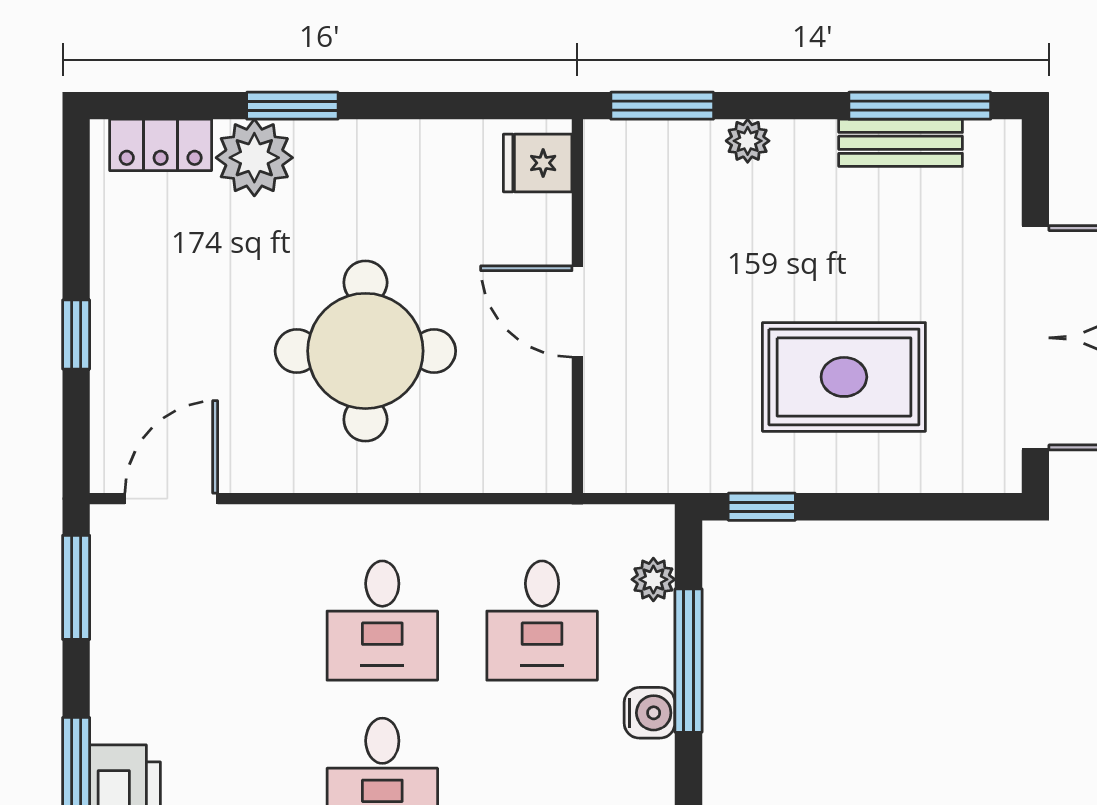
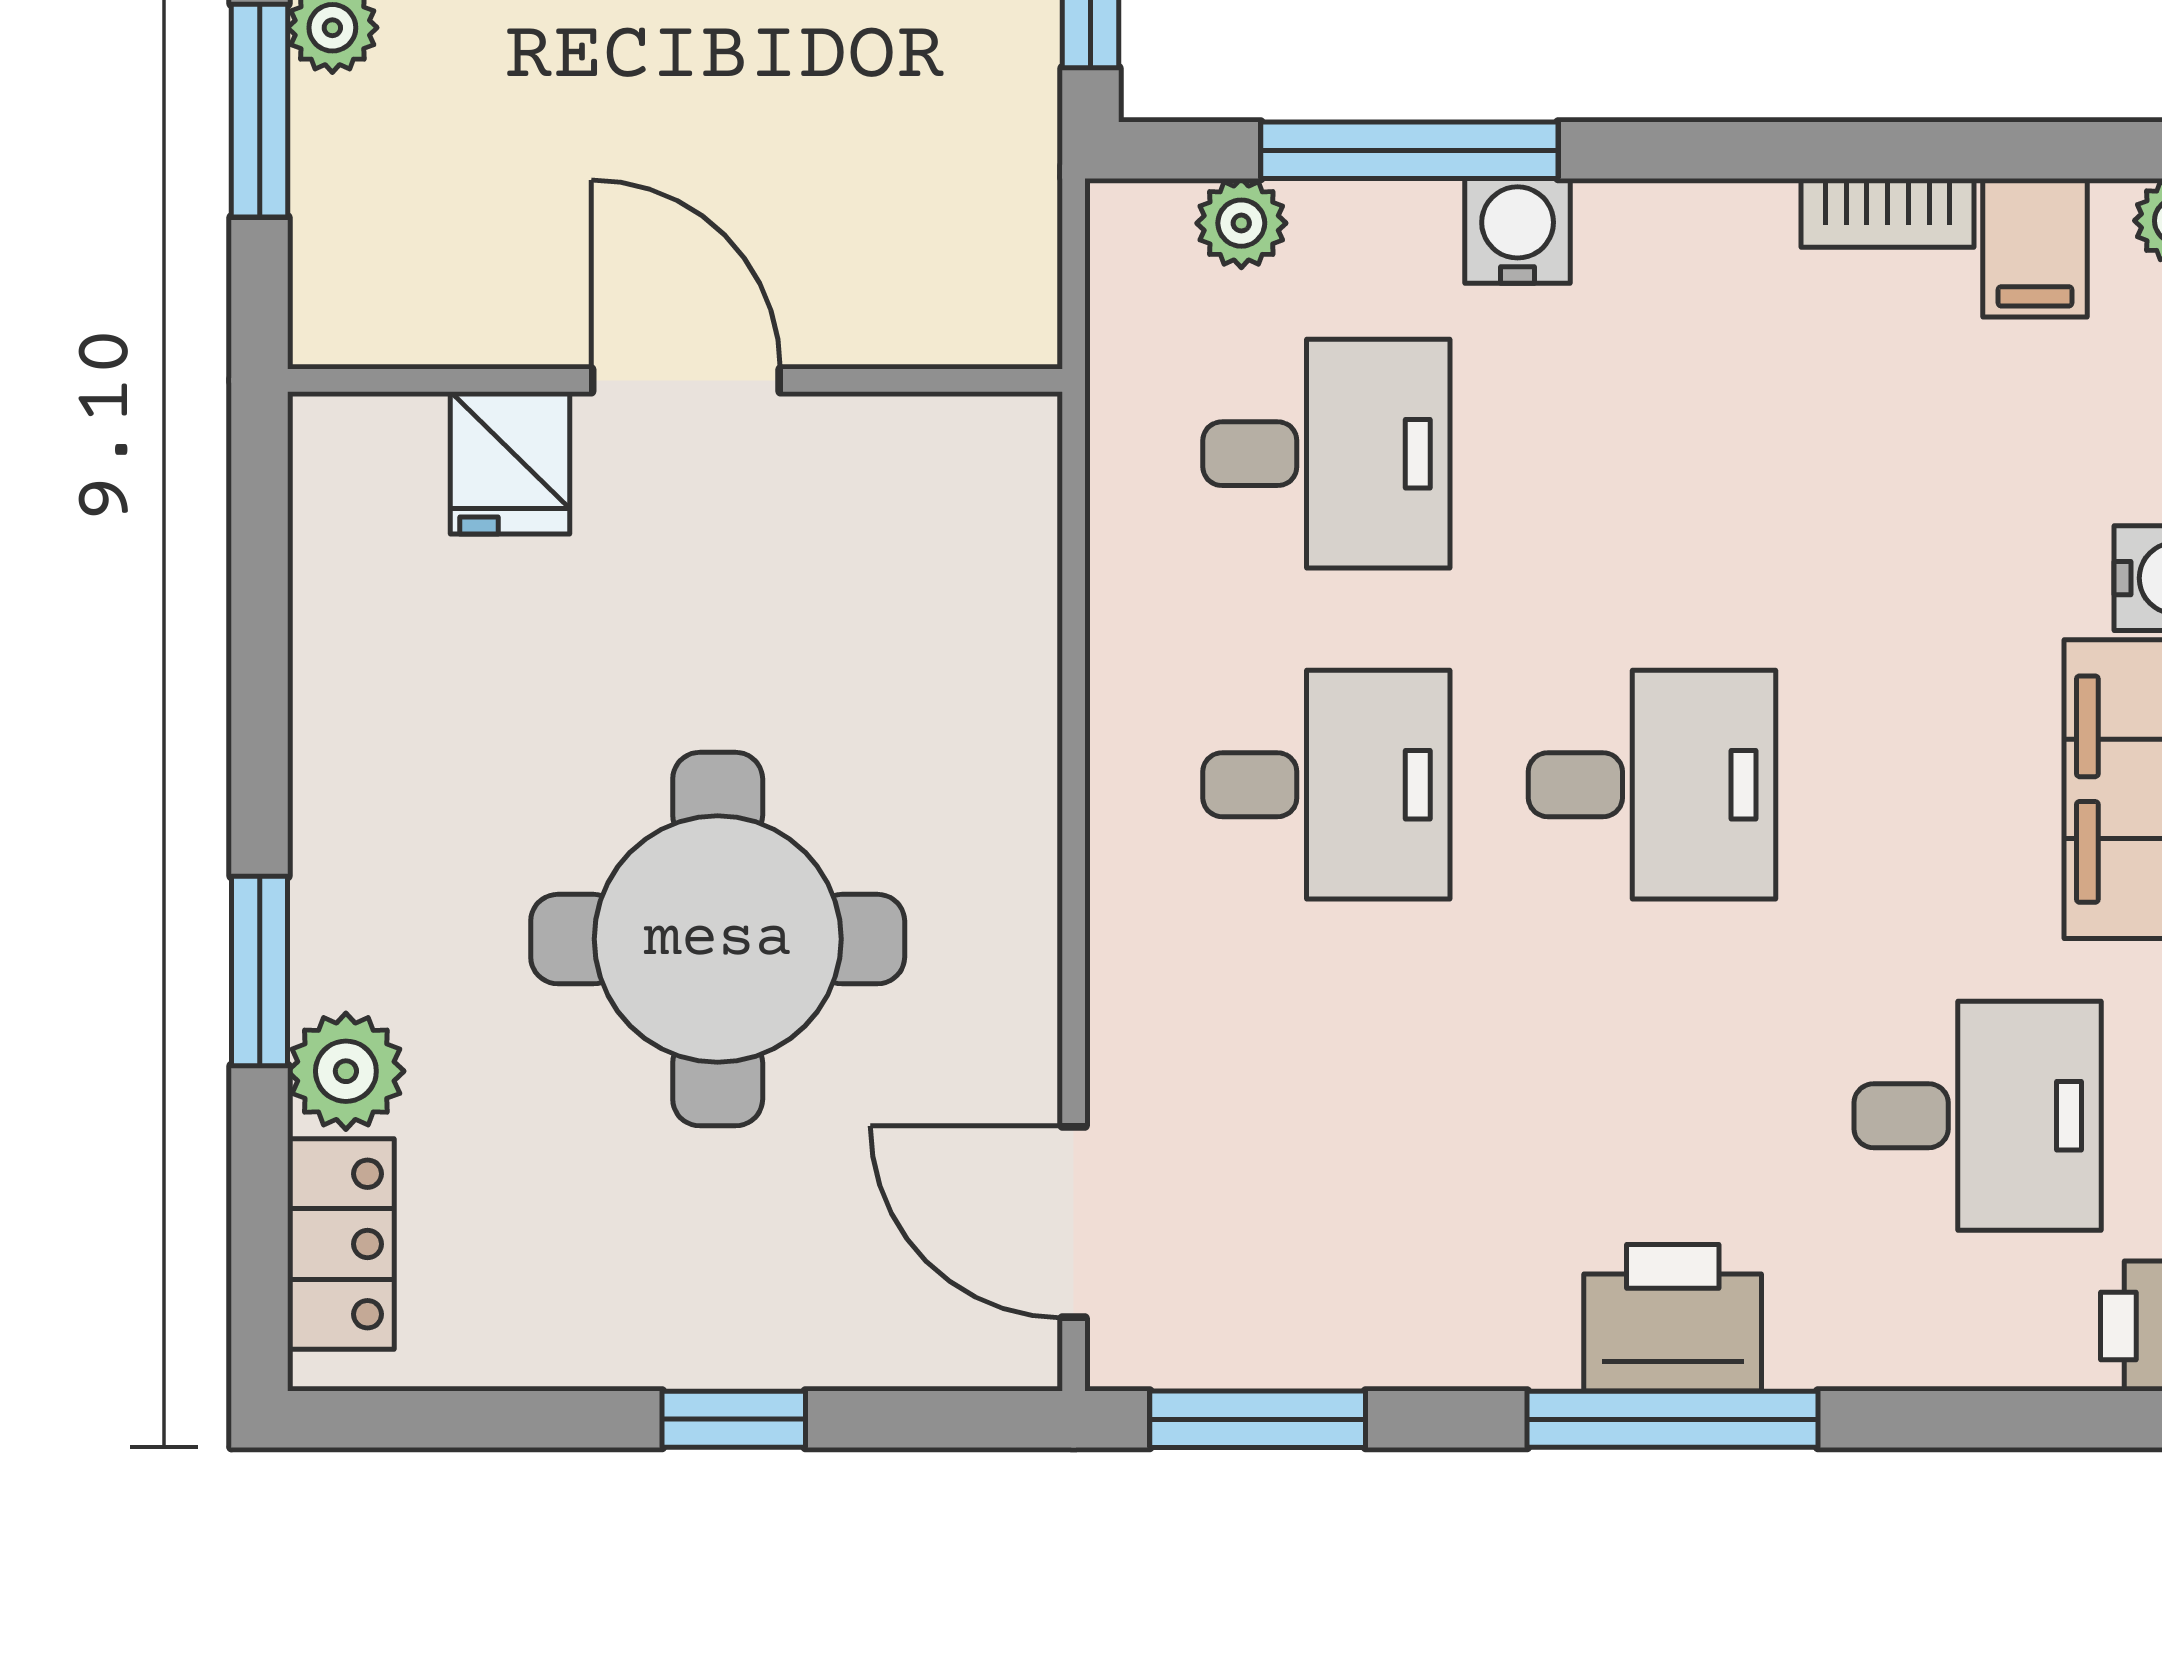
window: (662, 106) -> (260, 111), moved
plant: (254, 158) -> (346, 1071), width x0.73, depth x0.73
fridge: (538, 163) -> (510, 463), moved
door: (577, 311) -> (686, 380), swing flipped
round table: (365, 351) -> (718, 939), moved

